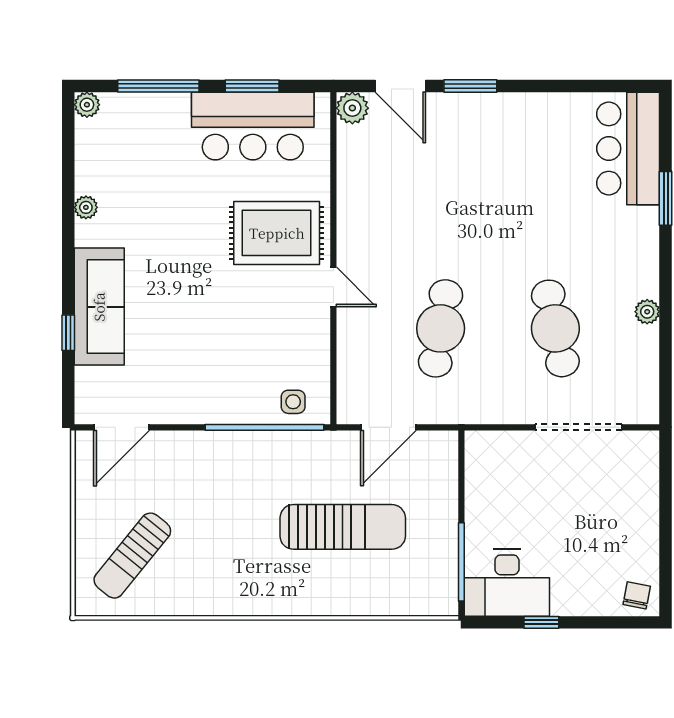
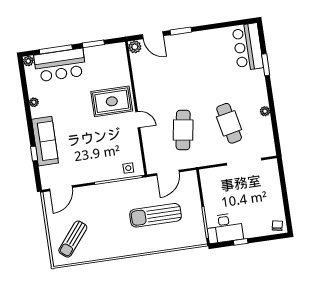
bar counter: (253, 126) -> (60, 65), moved
sun lounger: (343, 527) -> (155, 215), turned 180

